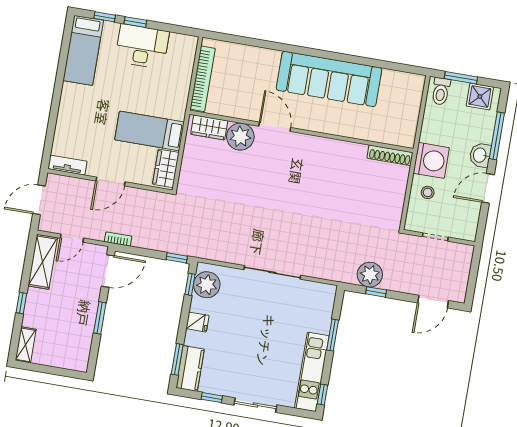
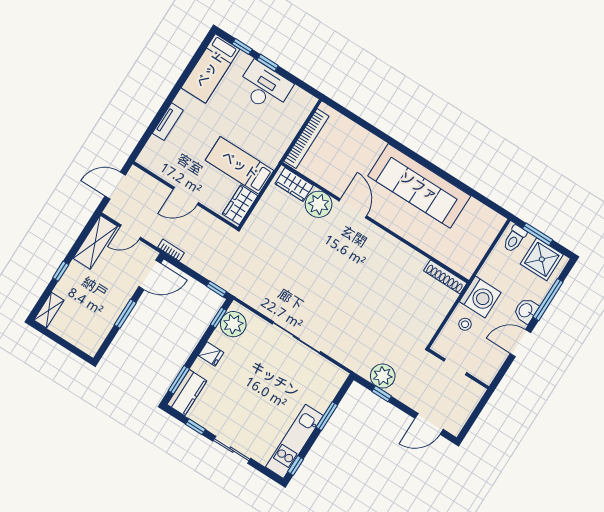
shower: (480, 97) -> (542, 259), width x1.36, depth x1.36
tv unit: (67, 165) -> (168, 122), moved, turned 90

